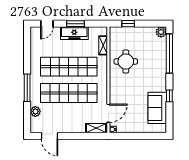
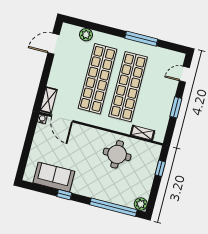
door: (47, 24) -> (184, 74), hinge flipped
freezer: (74, 33) -> (165, 103), removed
window: (27, 88) -> (141, 39), moved

